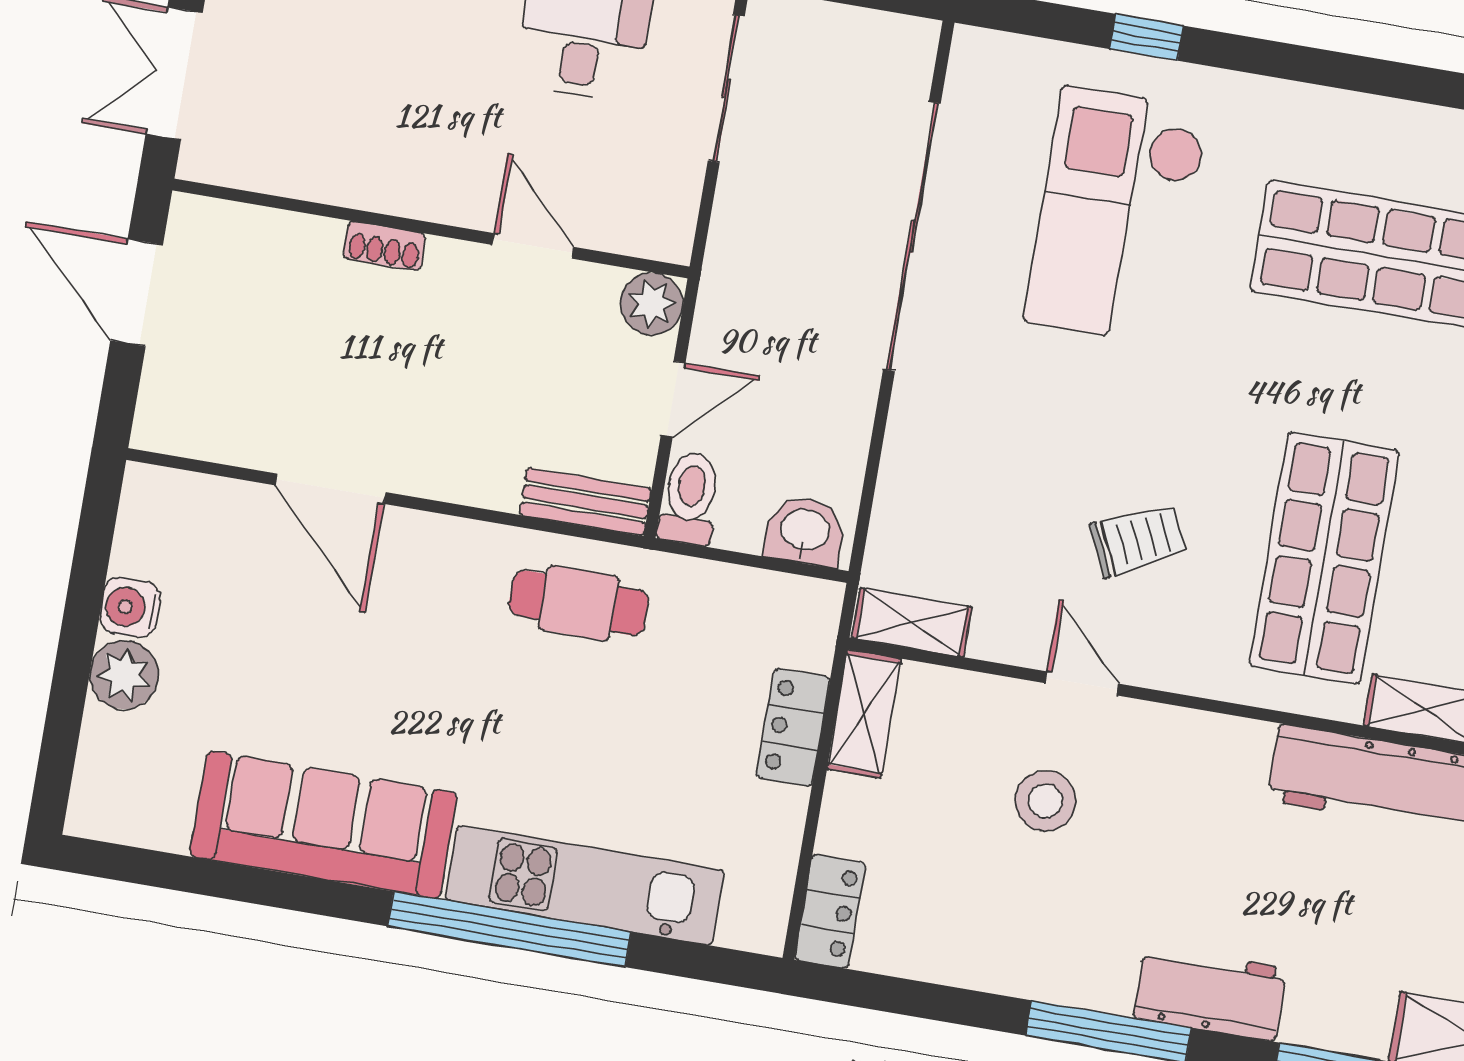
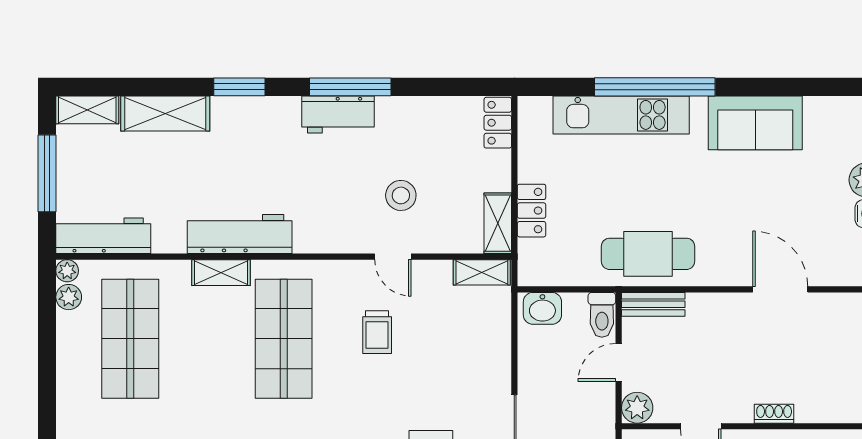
trolley: (1138, 540) -> (377, 332), turned -65
cafe table: (579, 603) -> (648, 254), width x1.37, depth x1.35
sofa: (324, 825) -> (755, 123), width x0.73
workbench: (1210, 993) -> (338, 114), moved

